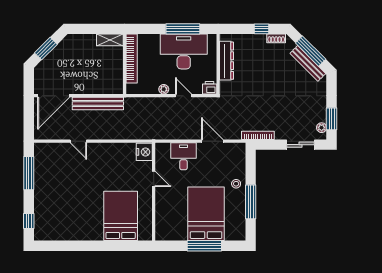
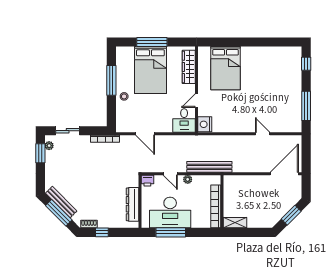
bench: (98, 103) -> (209, 167), moved
desk: (183, 156) -> (184, 121), moved
door: (154, 179) -> (197, 101), hinge flipped
wardrobe: (162, 217) -> (189, 67), added

